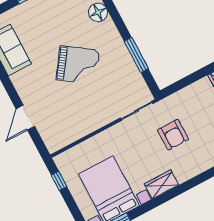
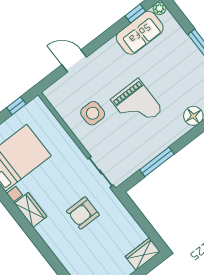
grand piano: (78, 65) -> (137, 105), turned -35
side table: (79, 109) -> (93, 113), added

